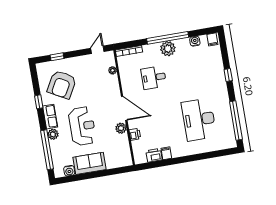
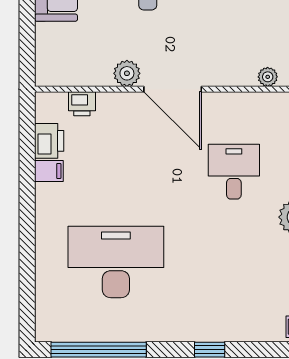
door: (124, 108) -> (173, 89), hinge flipped
printer: (135, 134) -> (82, 104), moved

